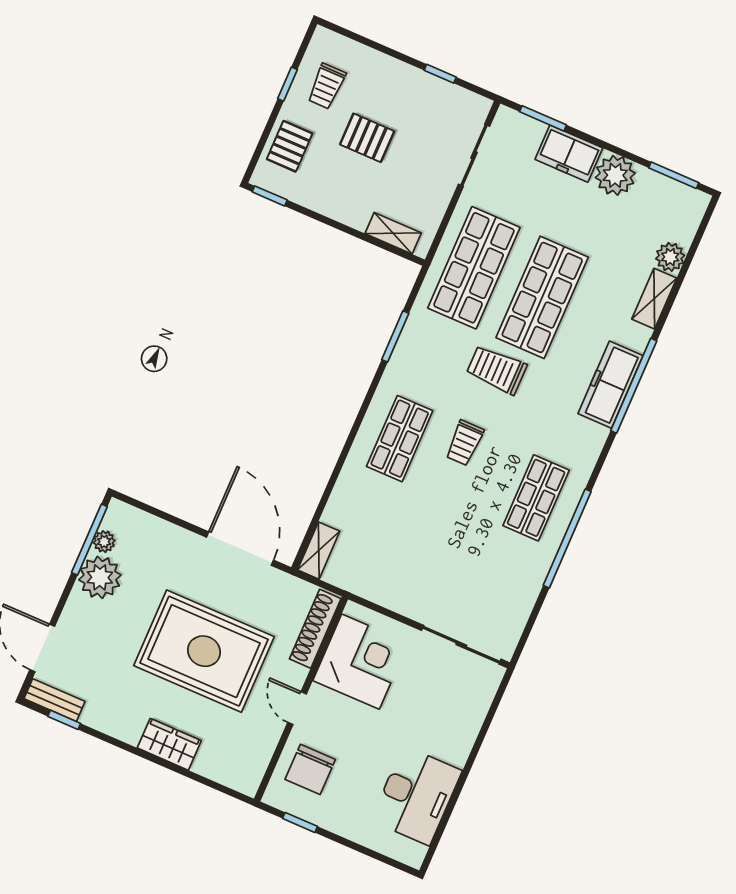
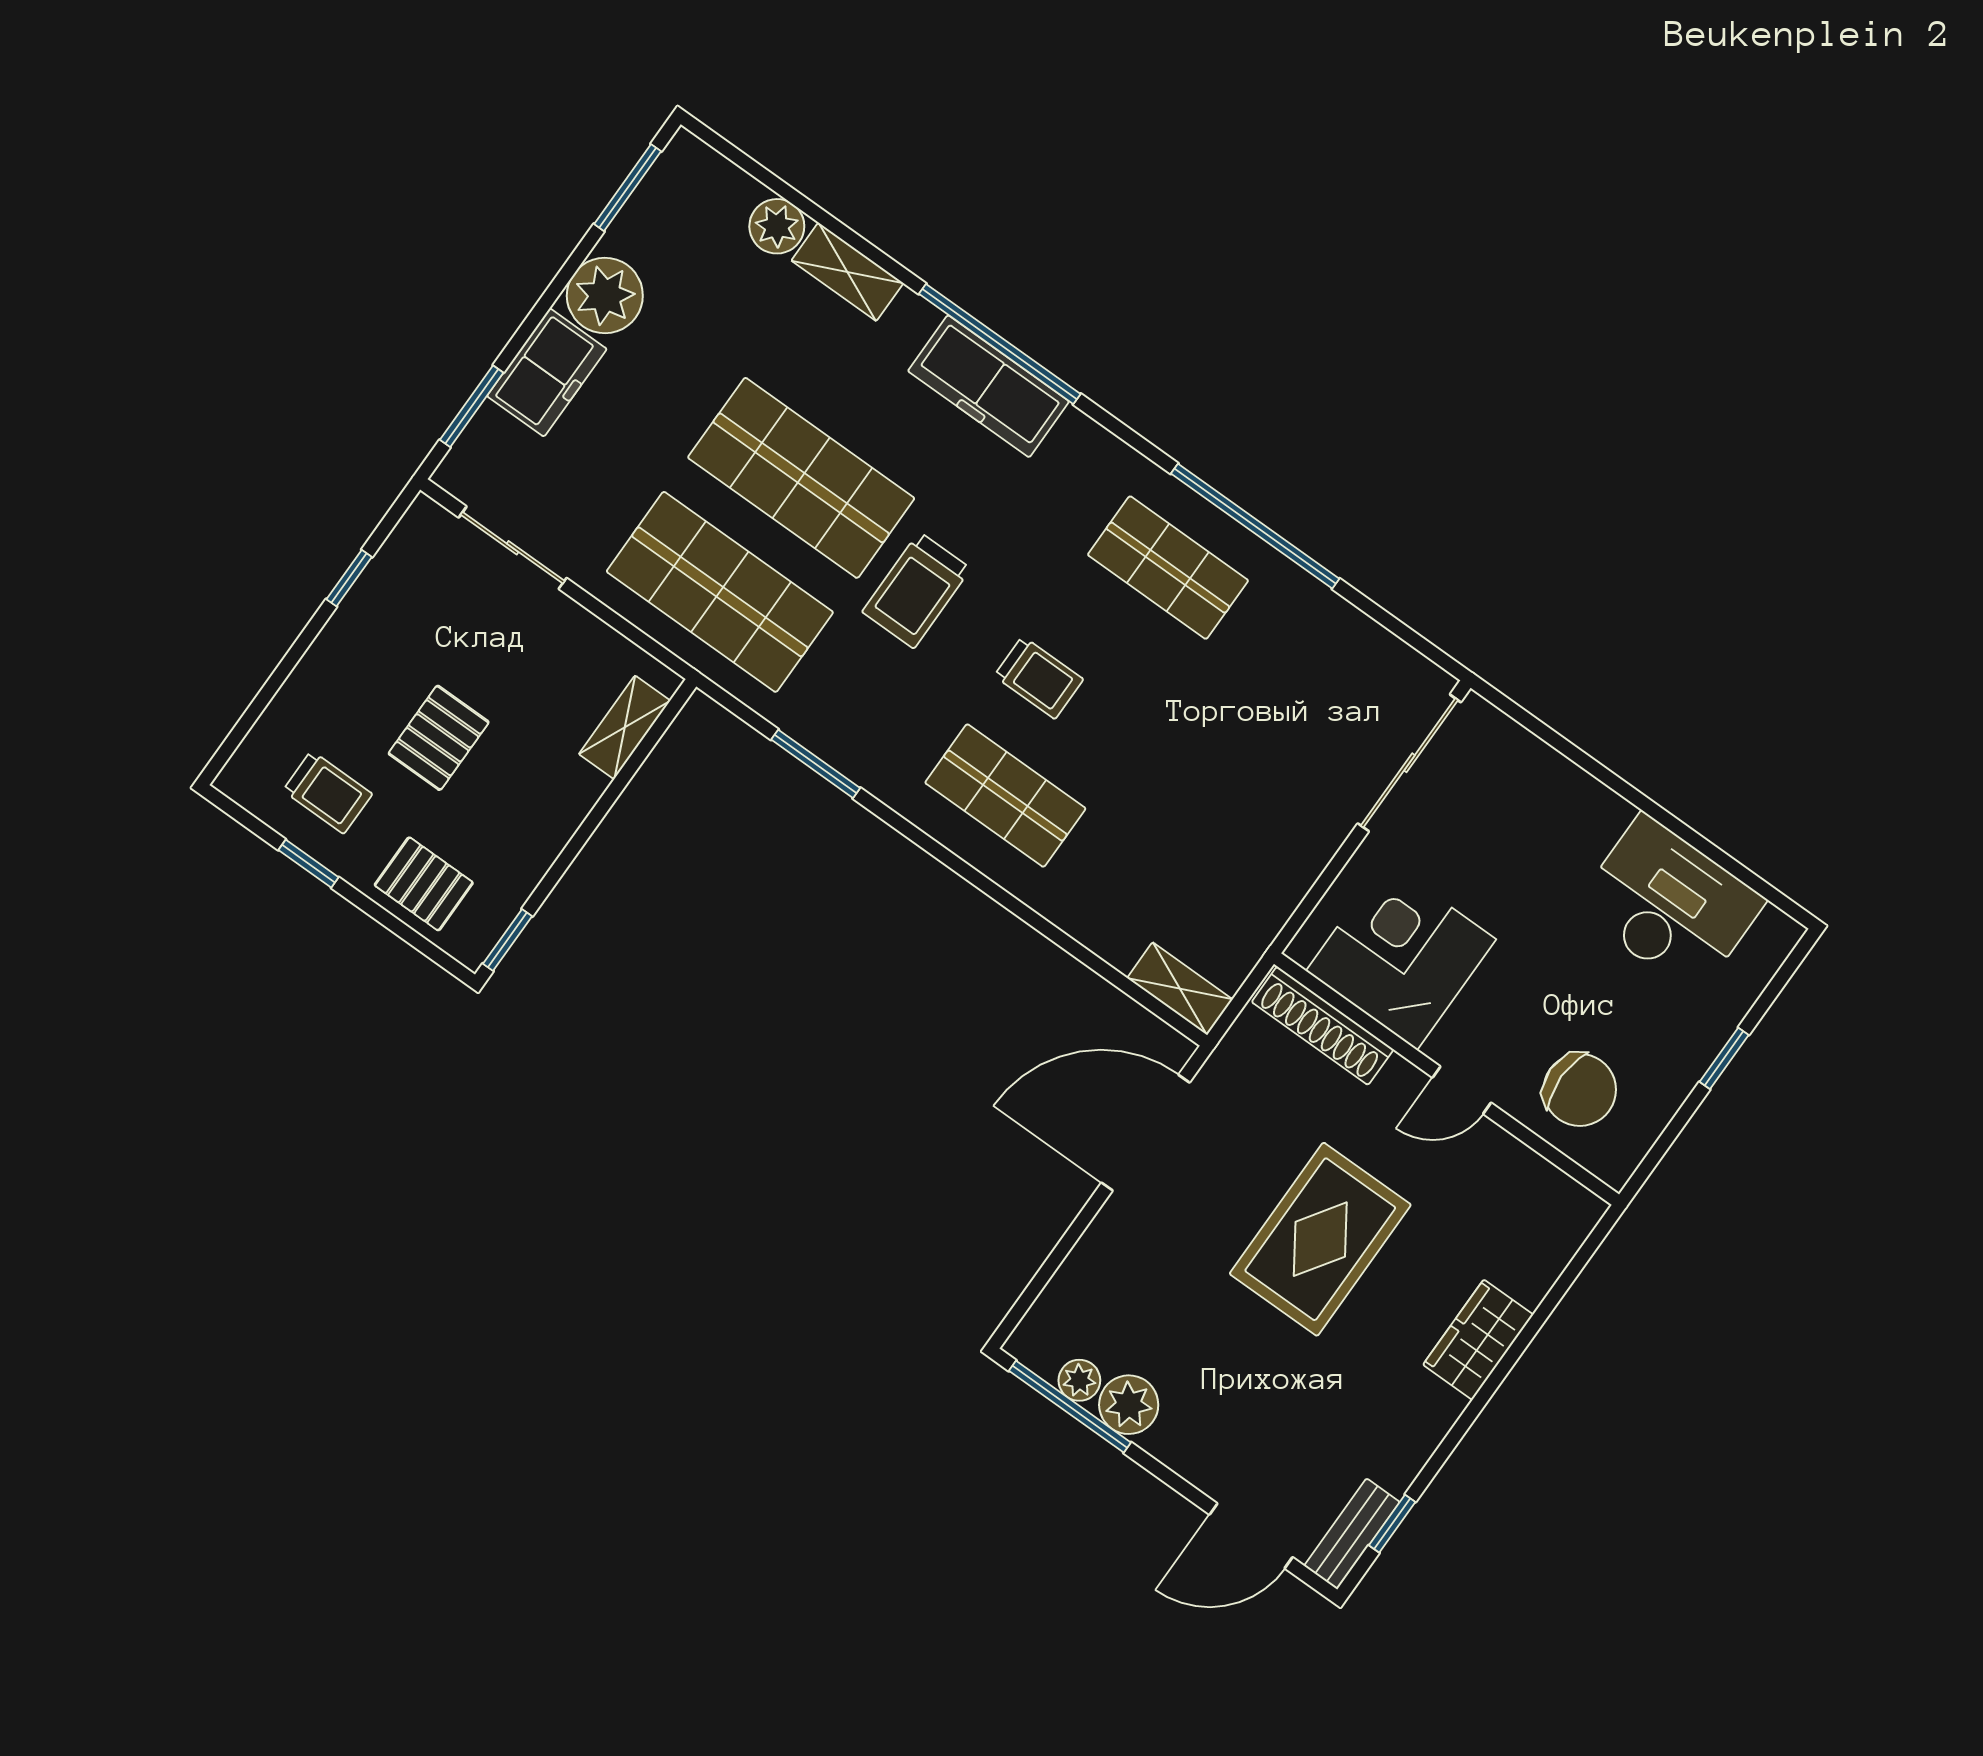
plant: (100, 577) -> (1129, 1405), width x0.73, depth x0.73
rug: (204, 651) -> (1320, 1239), width x0.73, depth x0.69
window: (300, 822) -> (1724, 1058), moved

